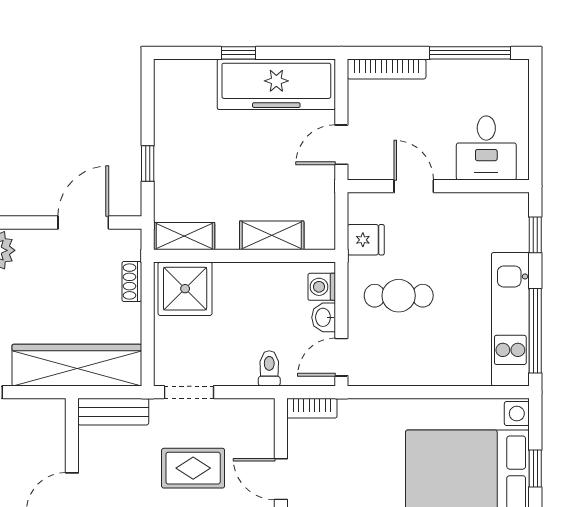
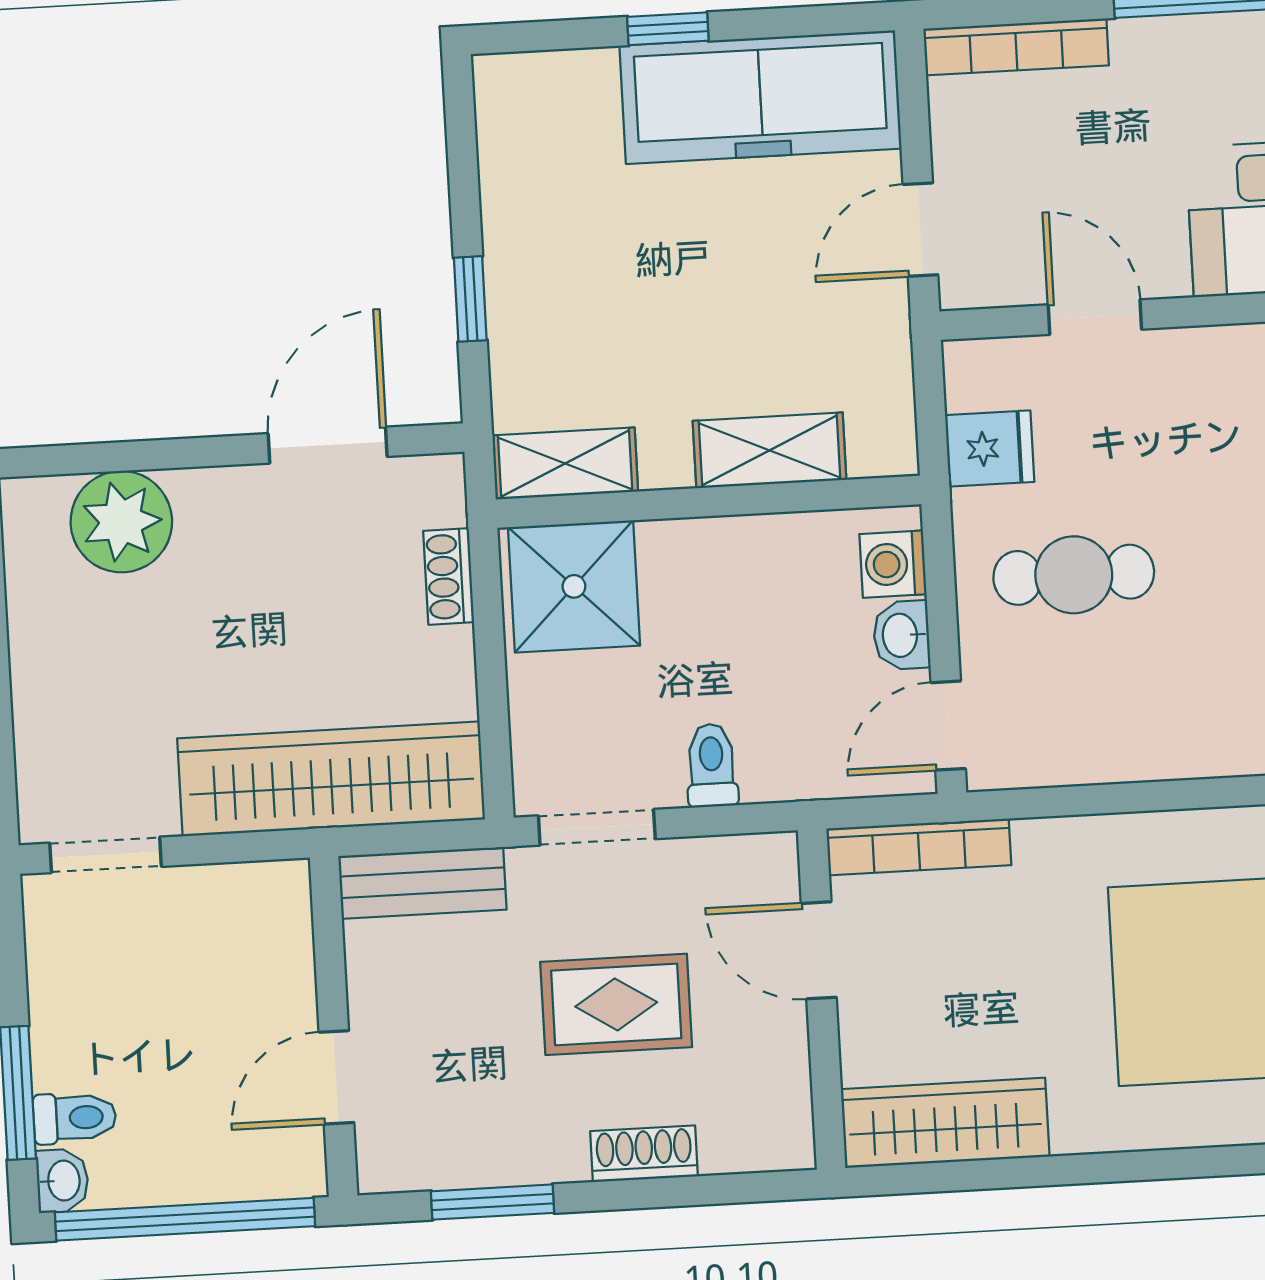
toilet: (269, 368) -> (712, 765), moved
bookcase: (312, 408) -> (919, 847), width x1.56
door: (281, 479) -> (819, 950), moved

